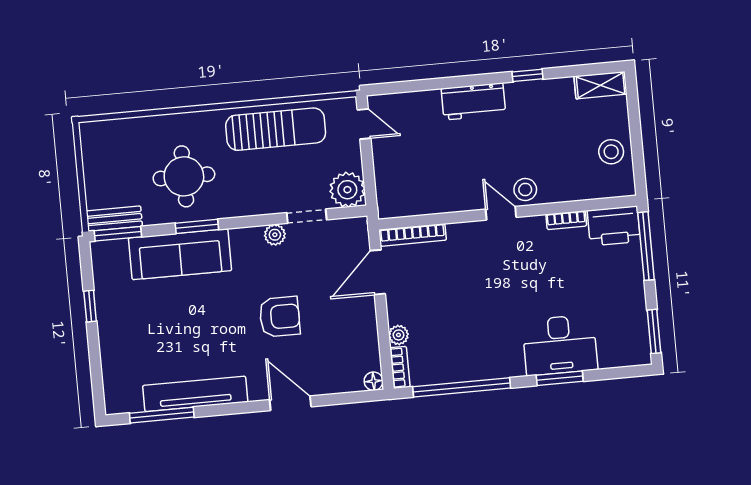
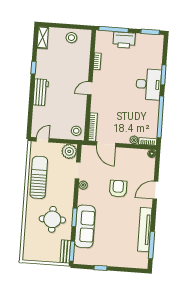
stool: (525, 190) -> (76, 131), moved
printer: (614, 226) -> (124, 40), moved, turned 90
desk: (560, 345) -> (149, 84), moved

